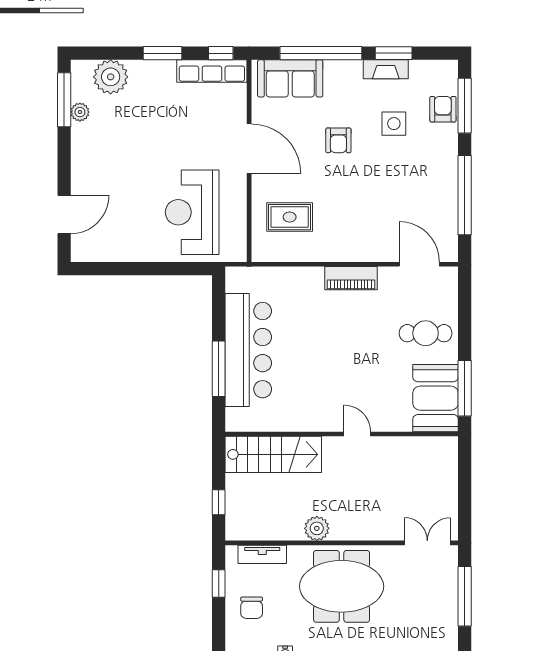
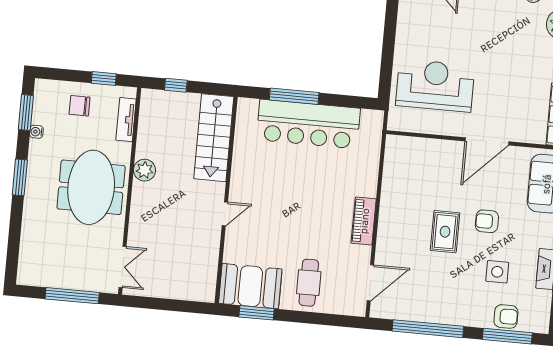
rug: (290, 217) -> (445, 232), moved
window: (465, 388) -> (257, 313), width x0.69

